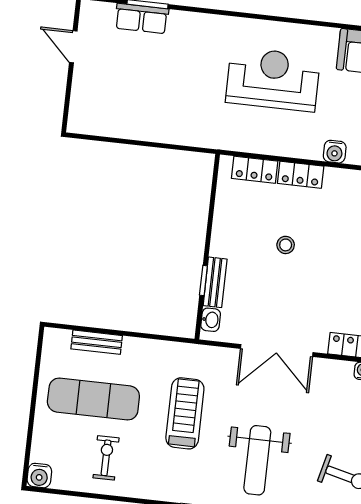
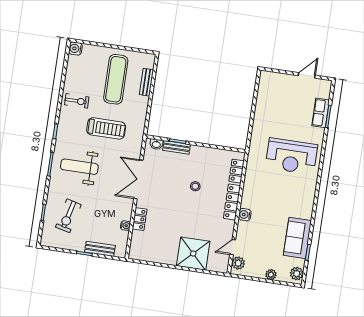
reception desk: (273, 79) -> (291, 156), moved, turned 90
locker: (301, 175) -> (232, 202), width x1.53
exercise bike: (106, 458) -> (77, 101), moved

